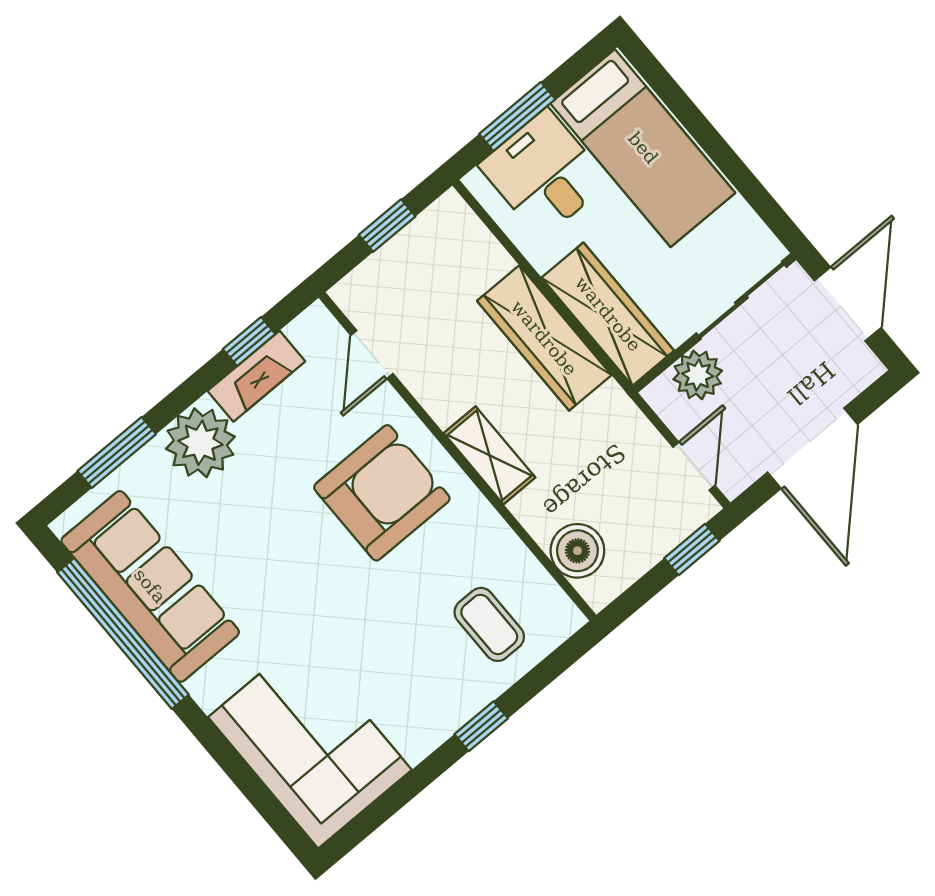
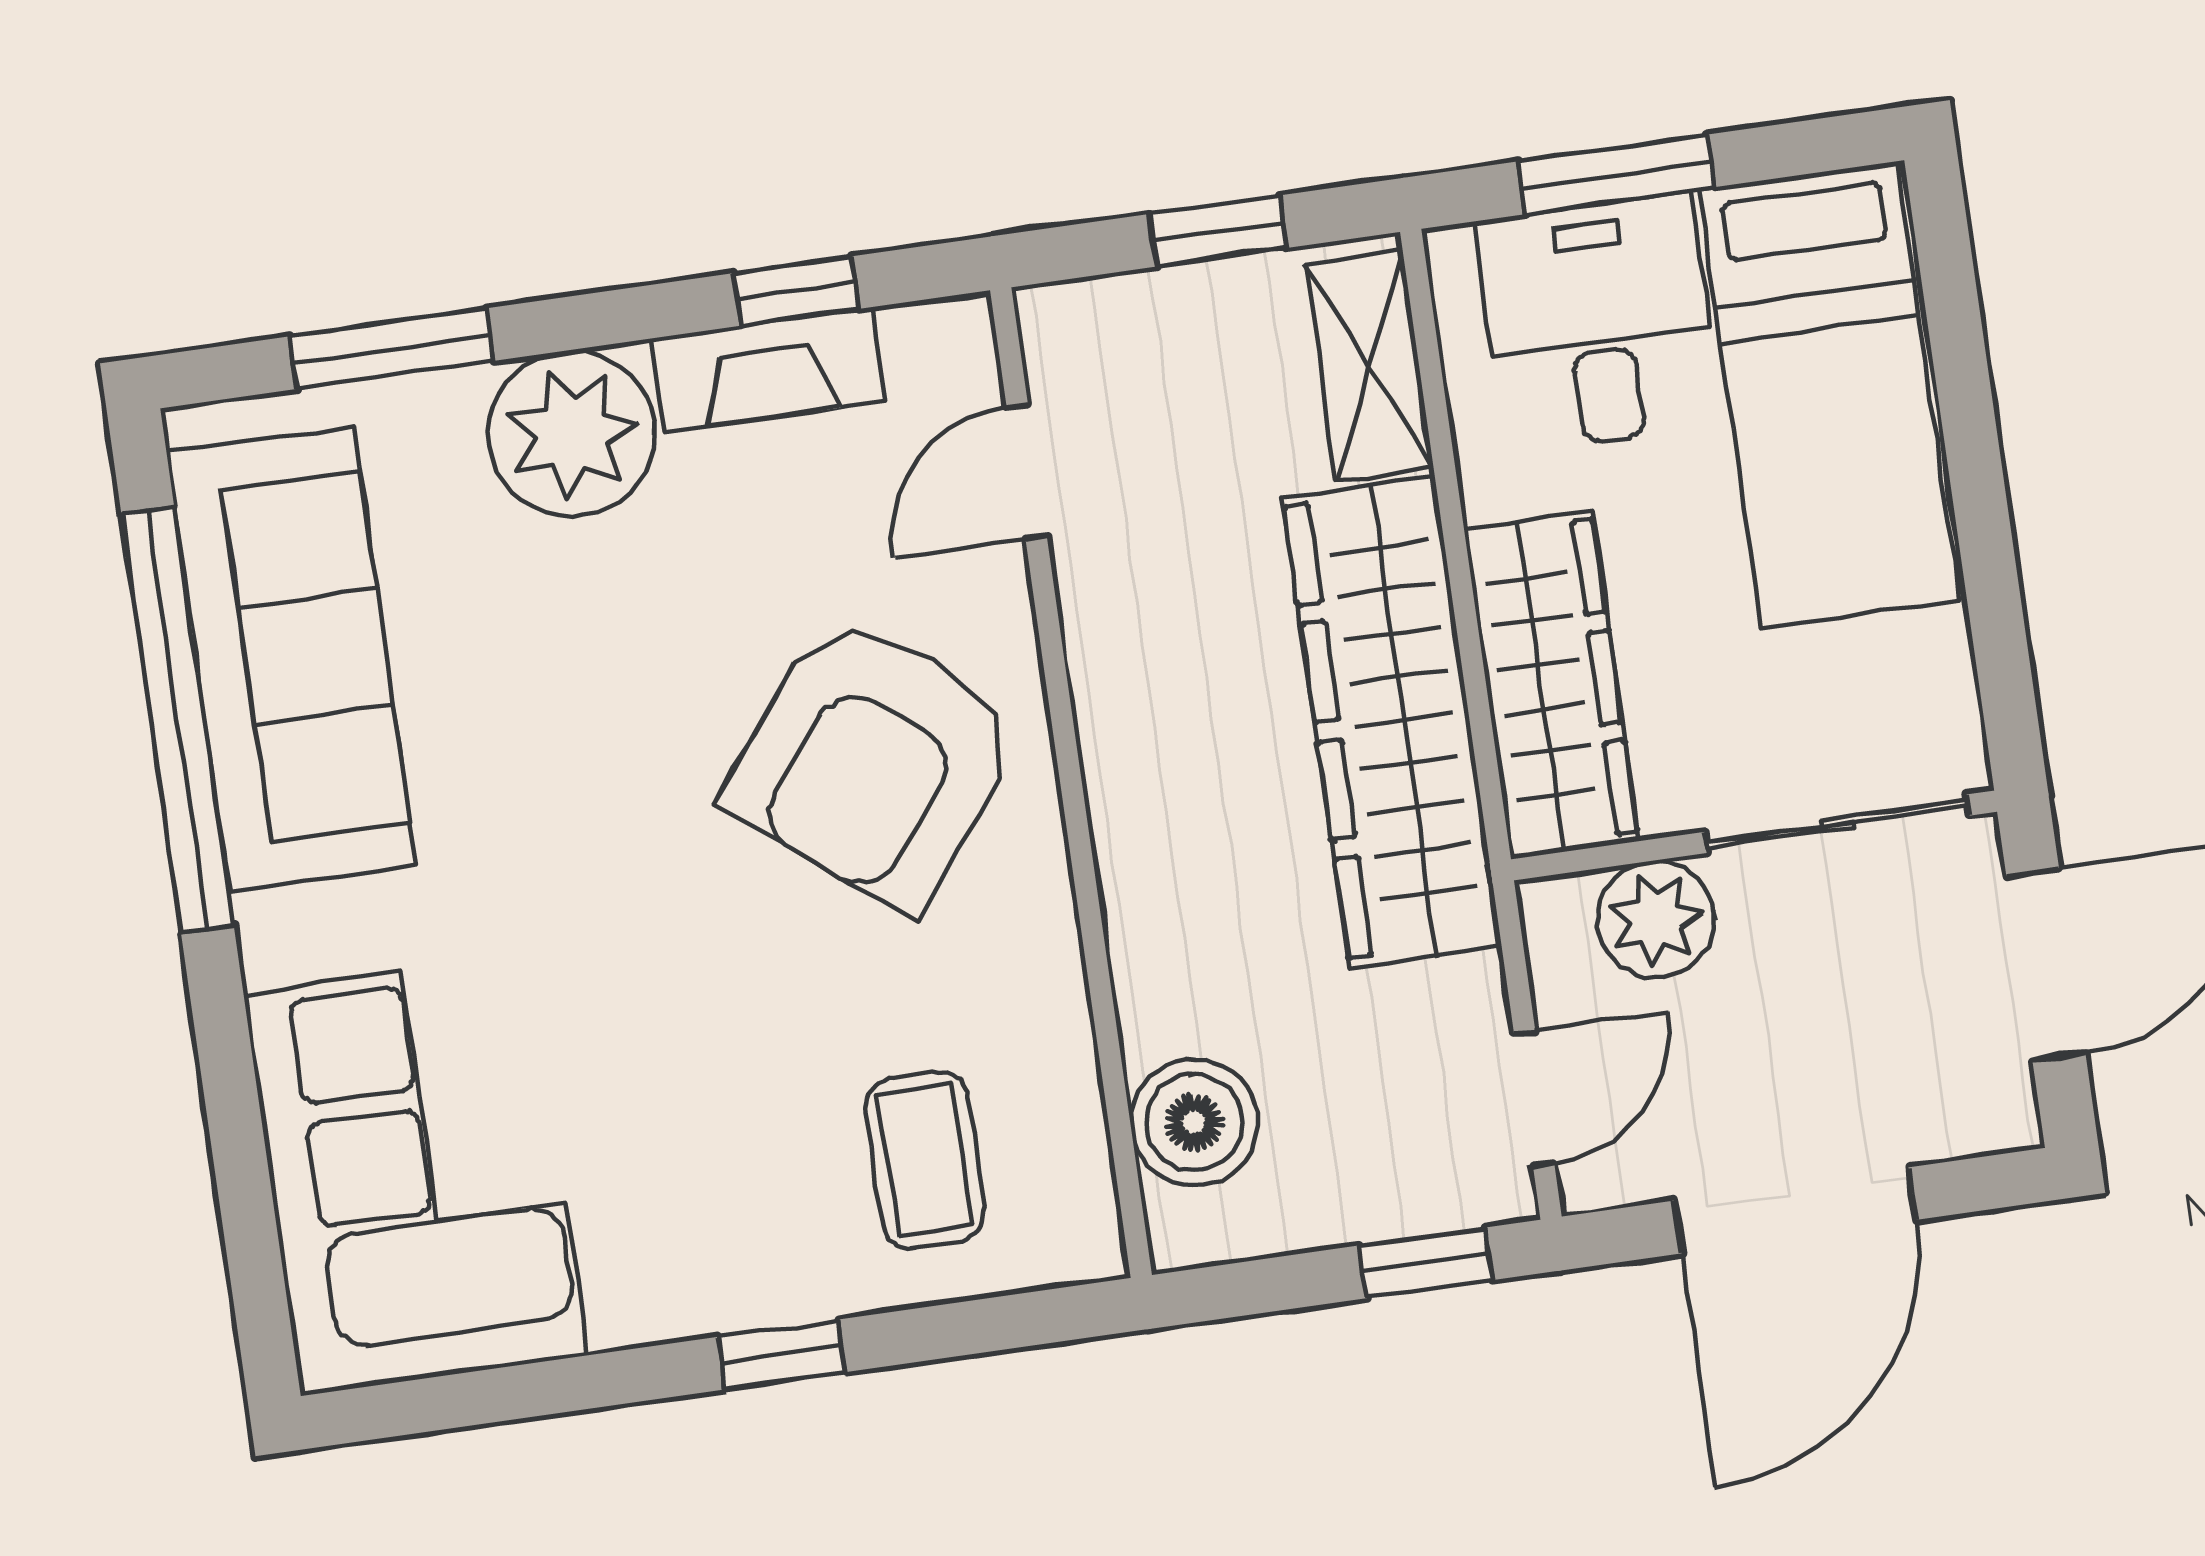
wardrobe: (544, 338) -> (1392, 722), width x1.40, depth x1.17
shelving: (490, 455) -> (1369, 366), moved
armchair: (382, 493) -> (874, 761), turned 128

